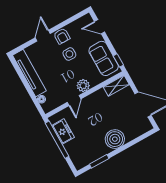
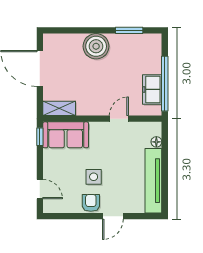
sofa: (104, 58) -> (66, 135), moved, turned 90
plant: (83, 86) -> (98, 130), removed

